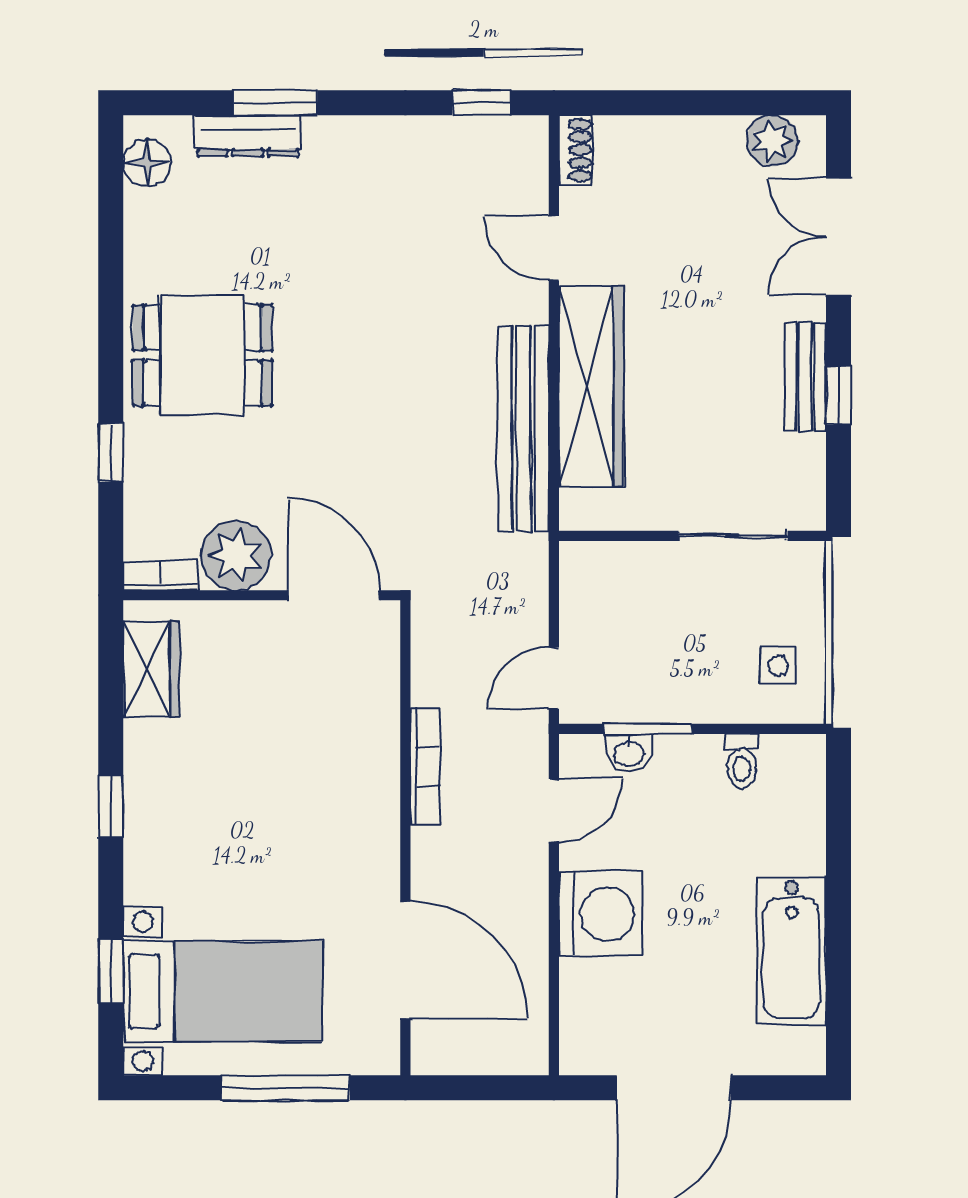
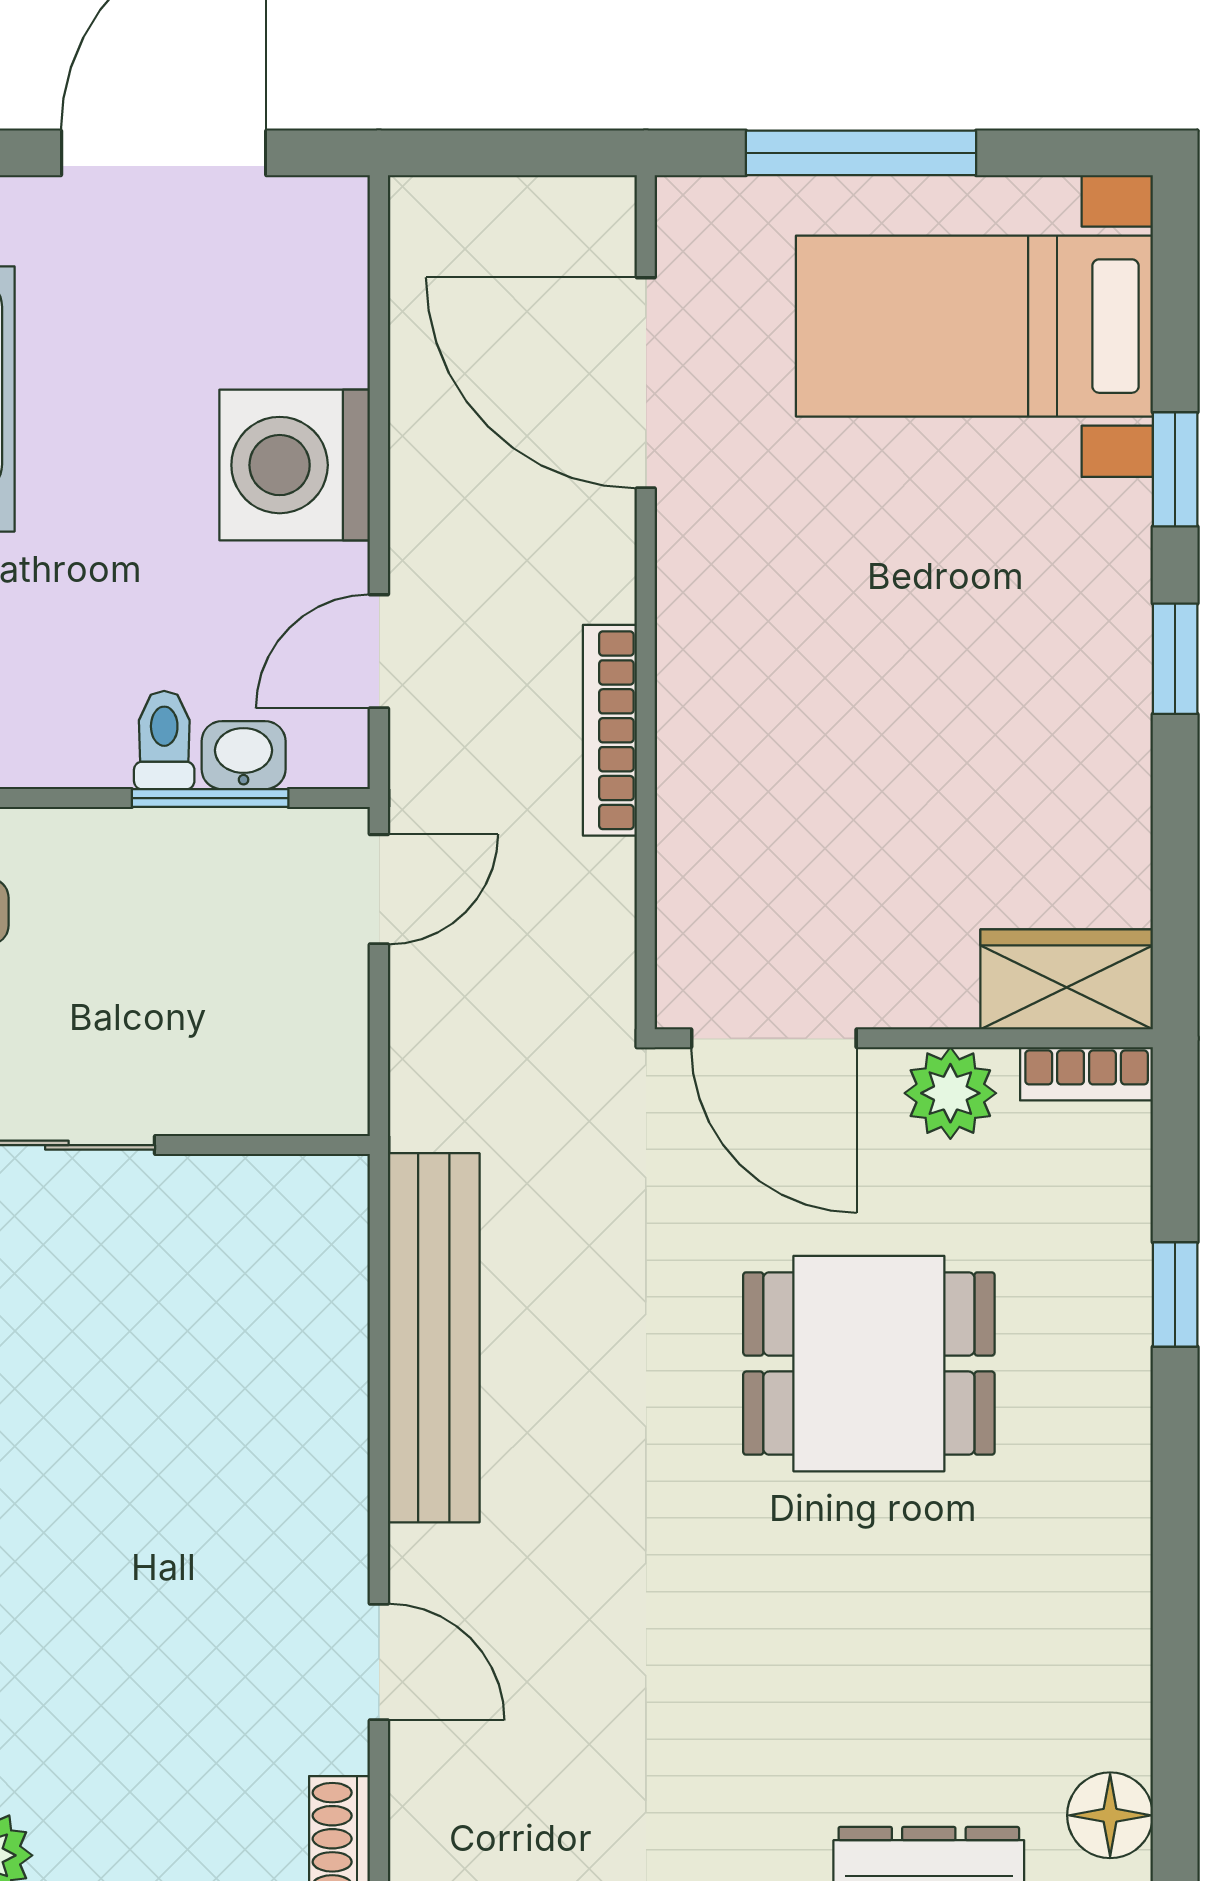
dining table: (203, 355) -> (869, 1364), moved
wardrobe: (591, 387) -> (312, 1413), removed
plant: (236, 555) -> (950, 1093), width x0.73, depth x0.73
wardrobe: (151, 670) -> (1067, 979), moved, turned 90
toilet: (742, 761) -> (164, 740), moved
window: (111, 971) -> (1175, 469), moved

